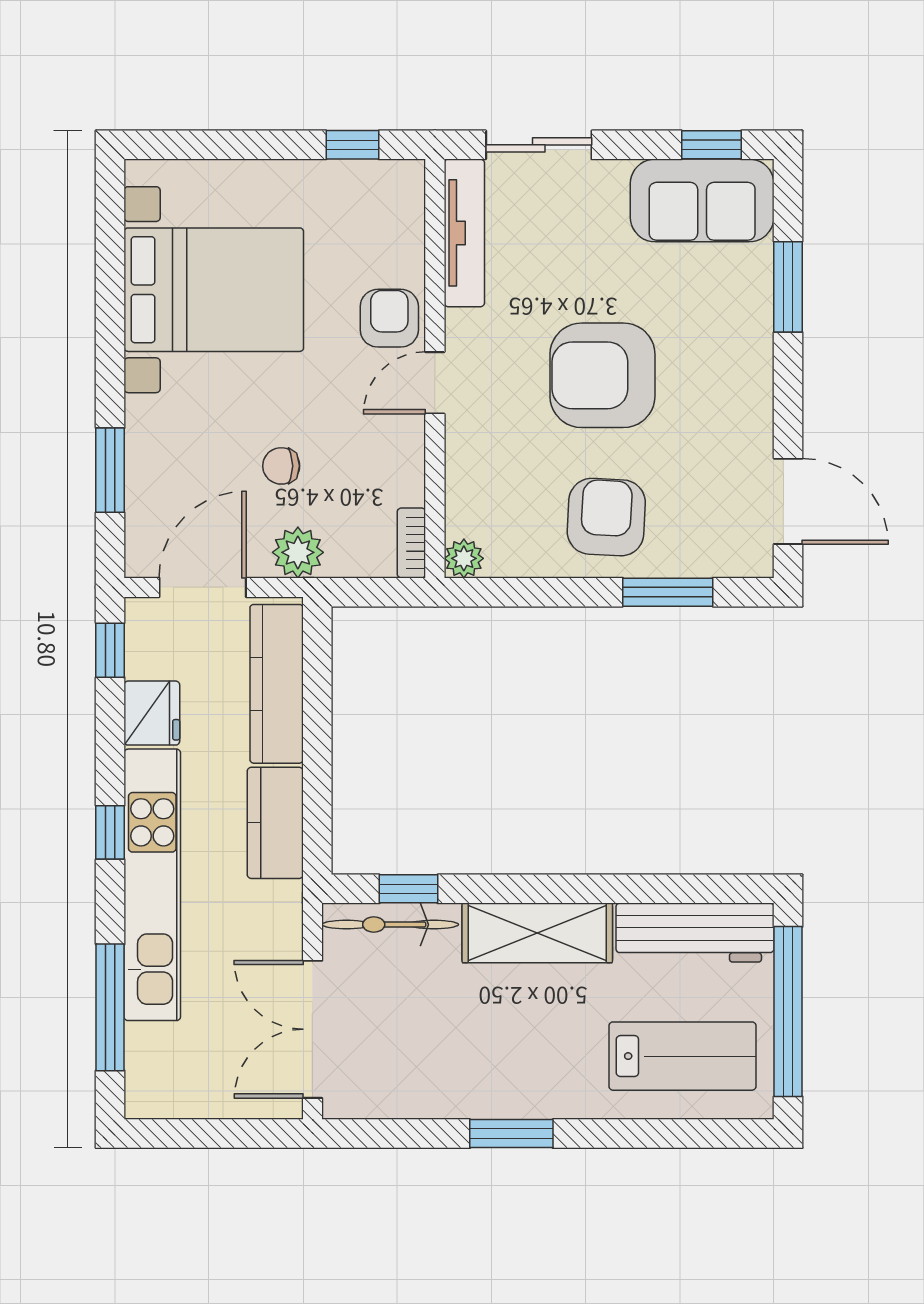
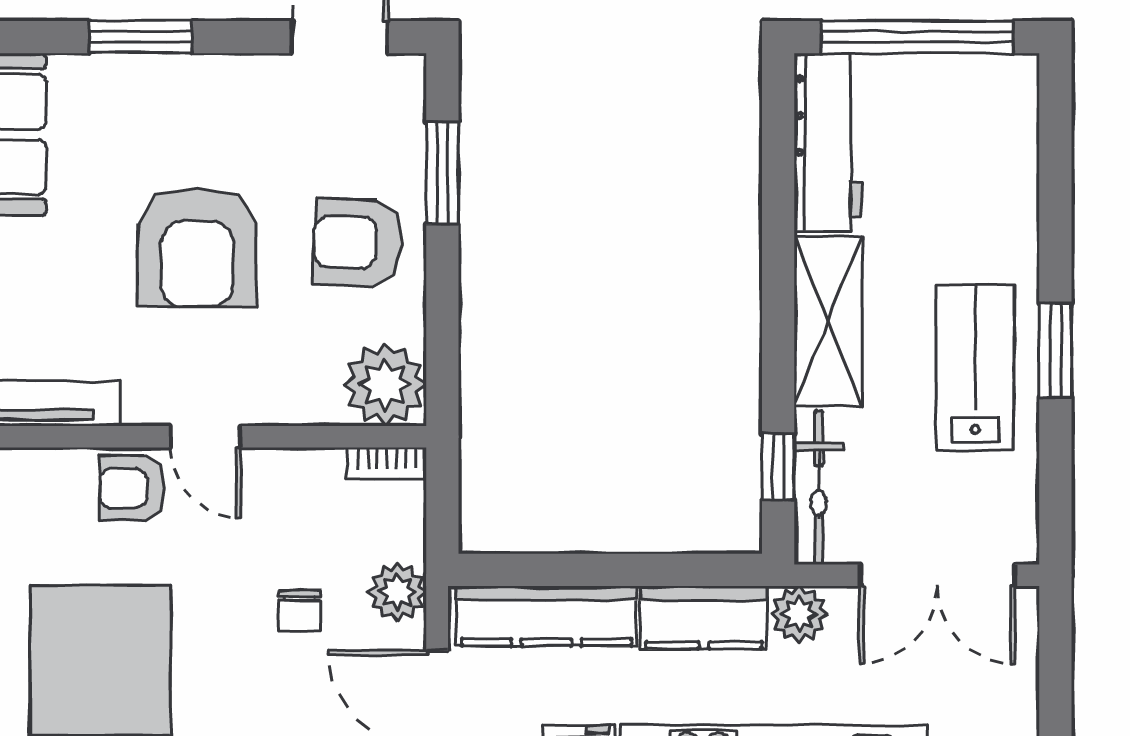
window: (788, 287) -> (141, 37), moved
plant: (464, 558) -> (385, 385), width x1.87, depth x1.87
plant: (278, 907) -> (799, 614), added
lab bench: (682, 1056) -> (975, 368), moved

